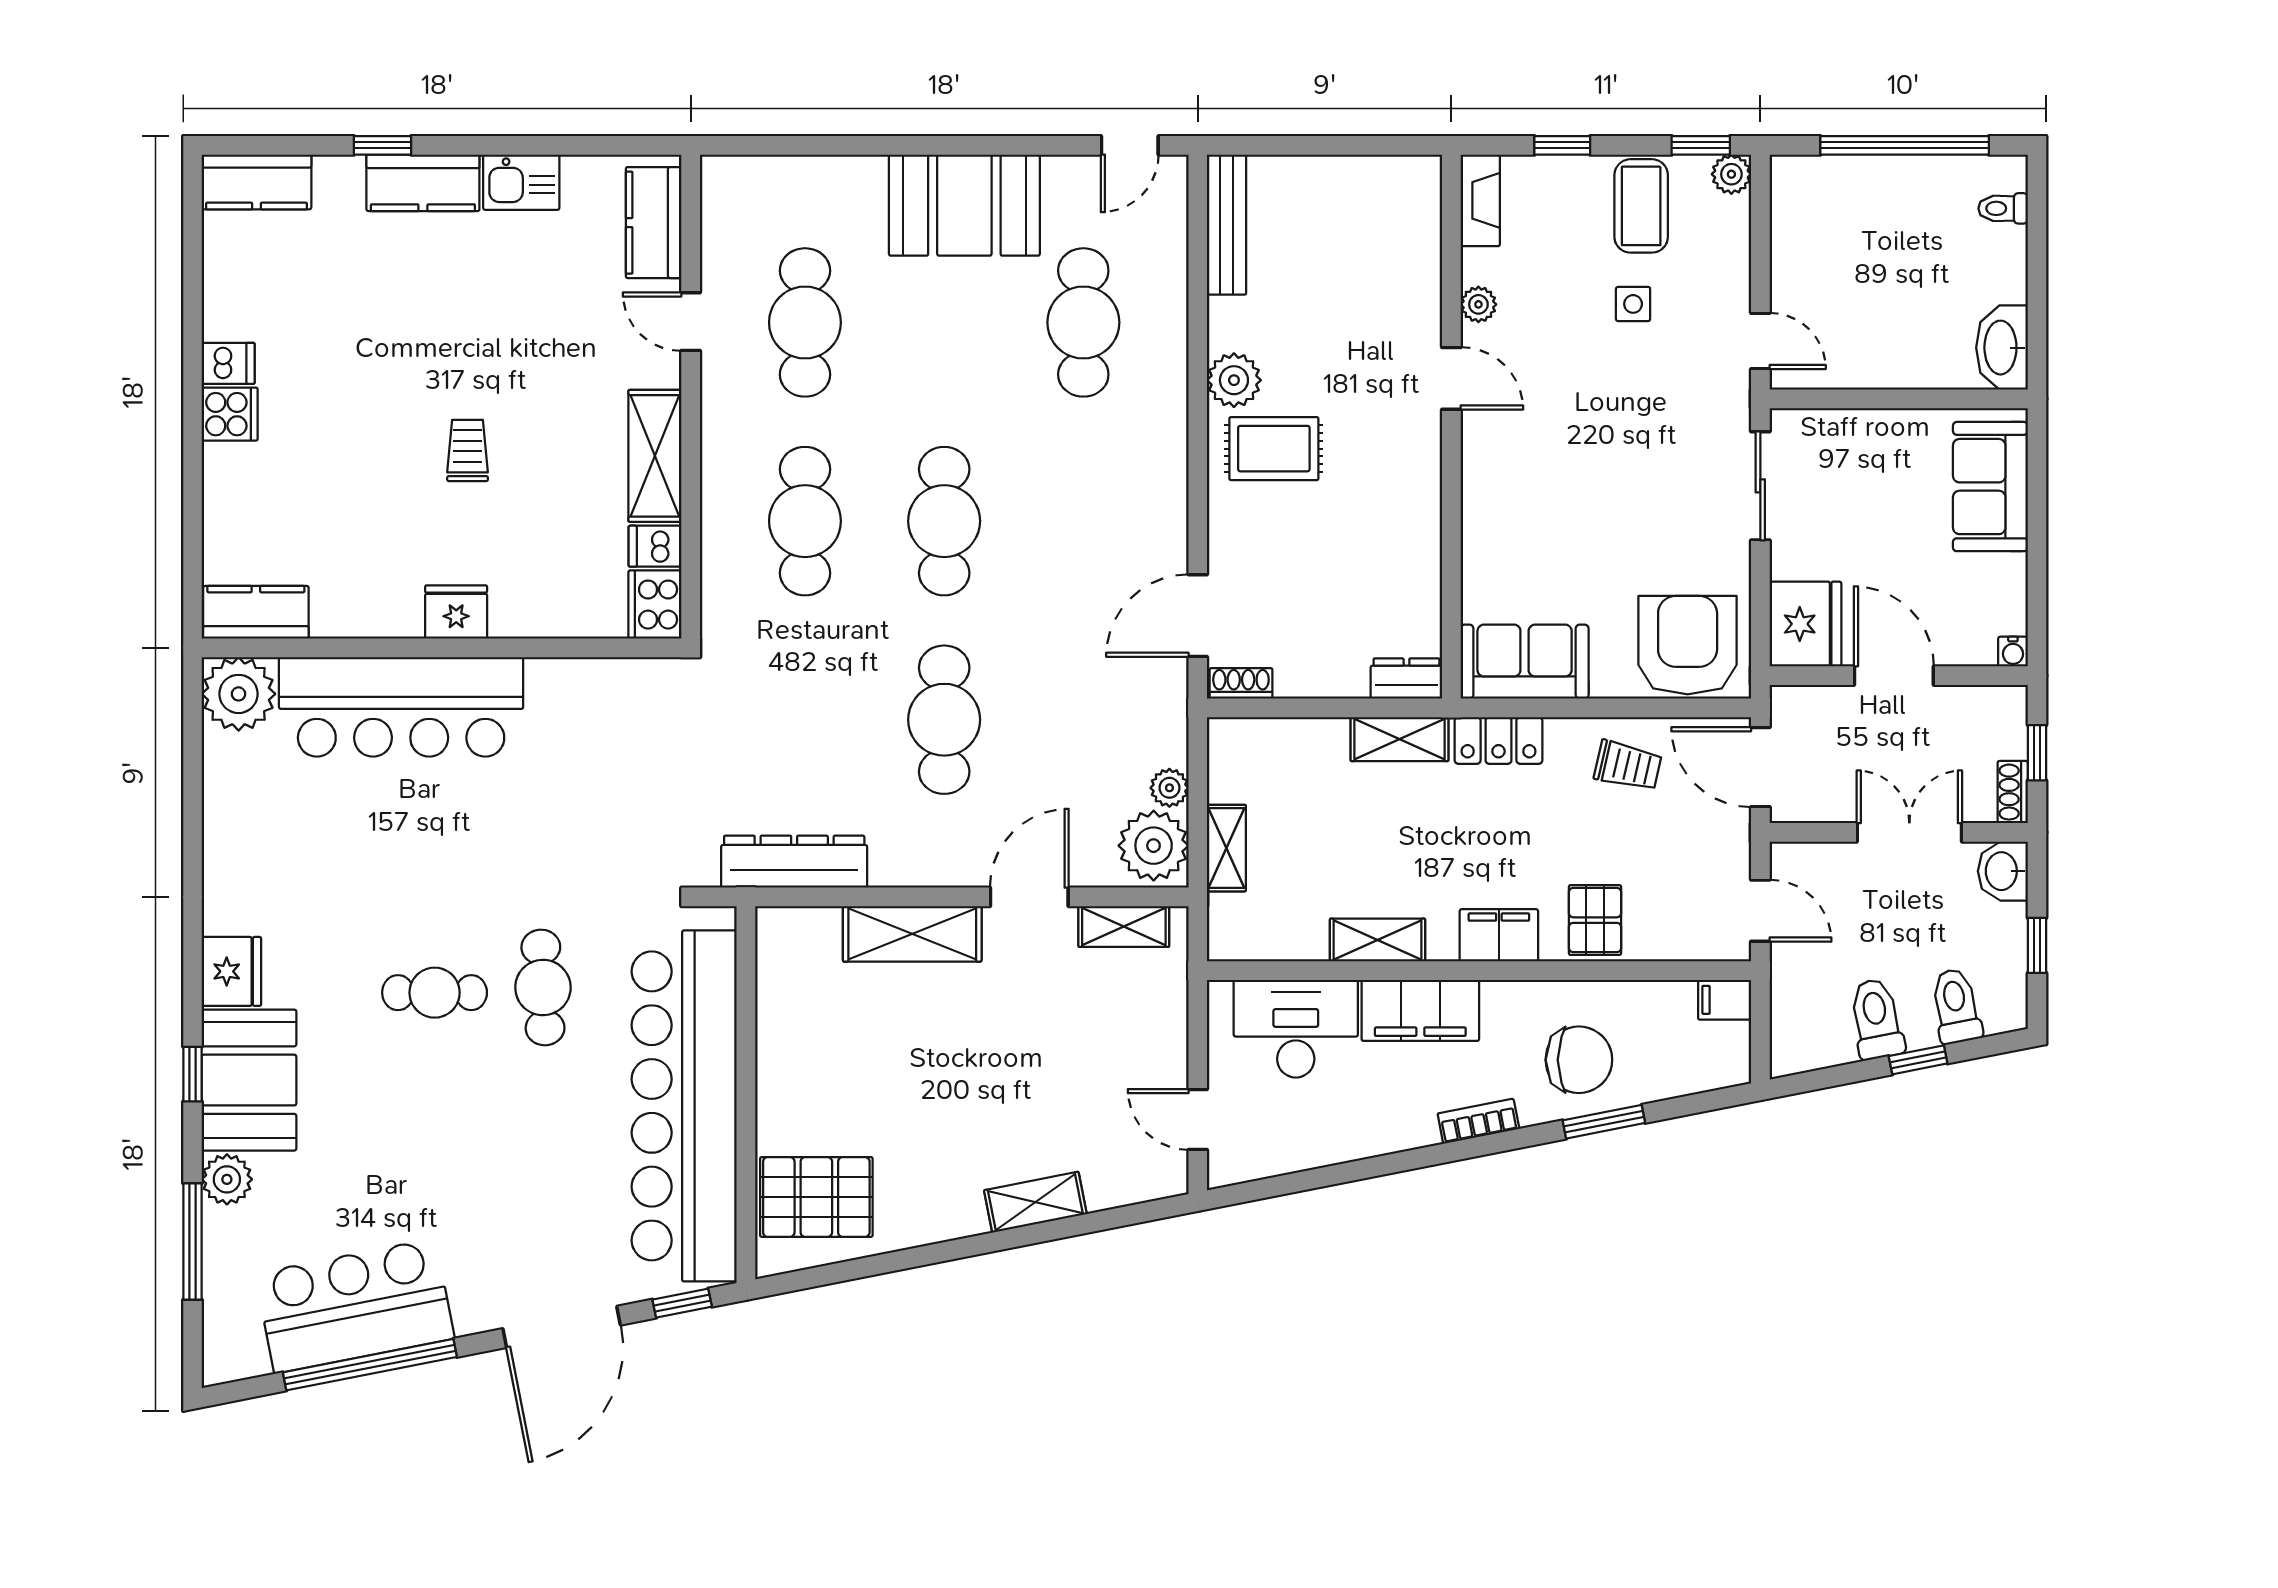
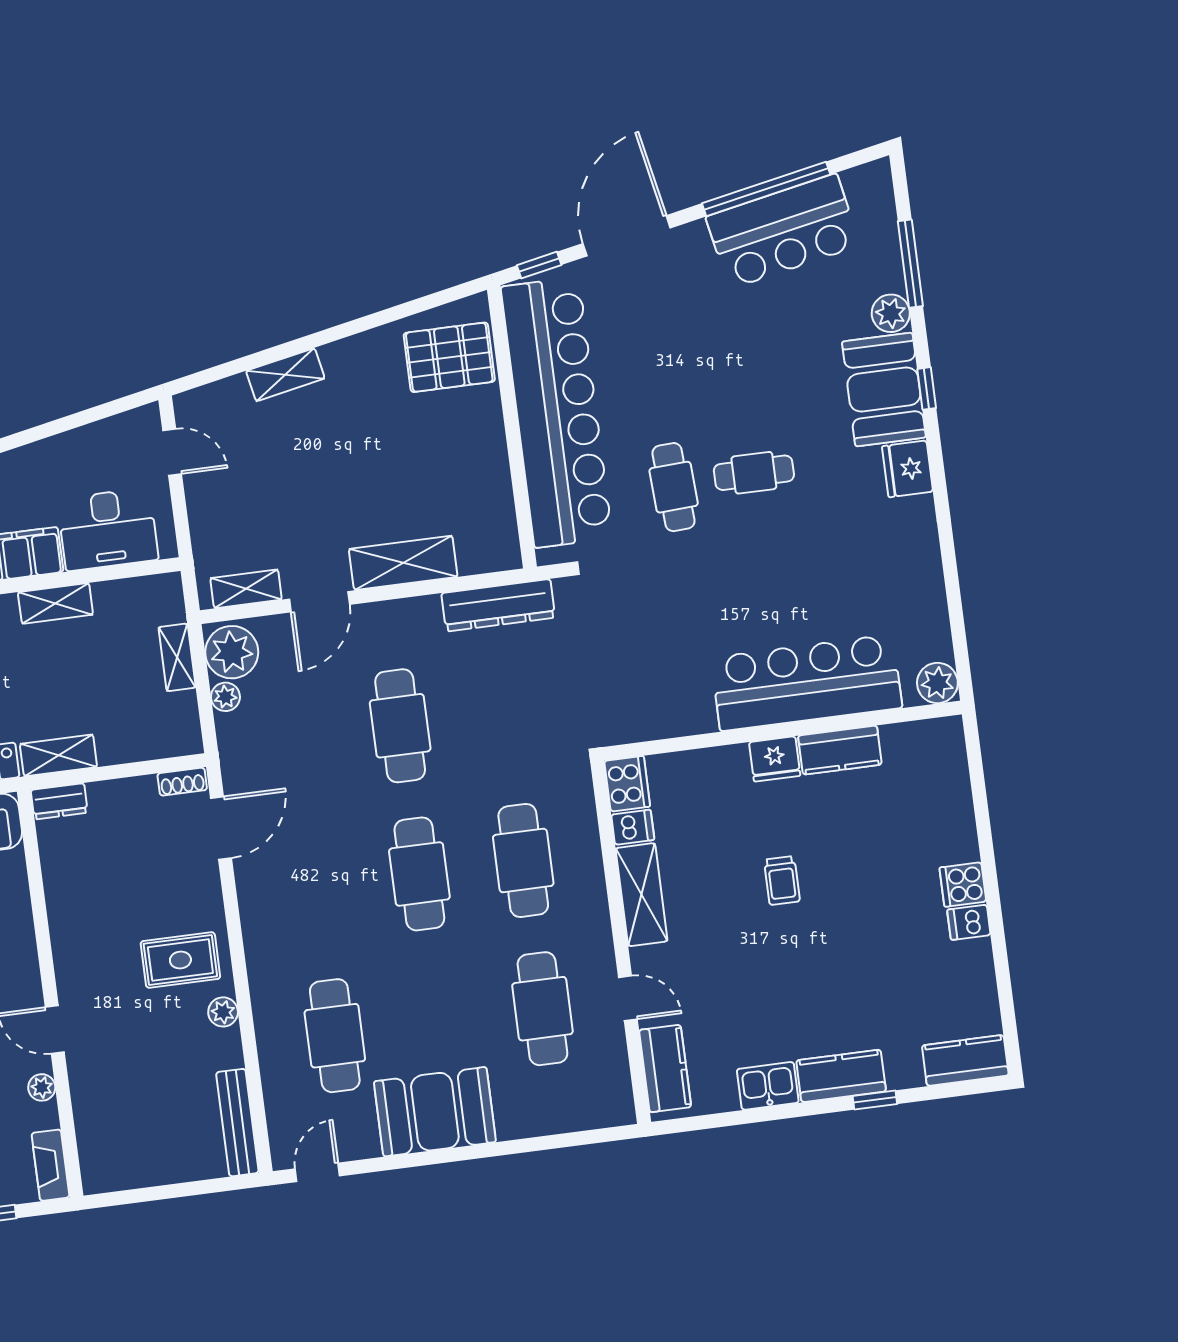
plant: (1234, 380) -> (223, 1012), width x0.73, depth x0.73
kitchen counter: (256, 612) -> (840, 750), moved
plant: (239, 694) -> (937, 683), width x0.73, depth x0.73

